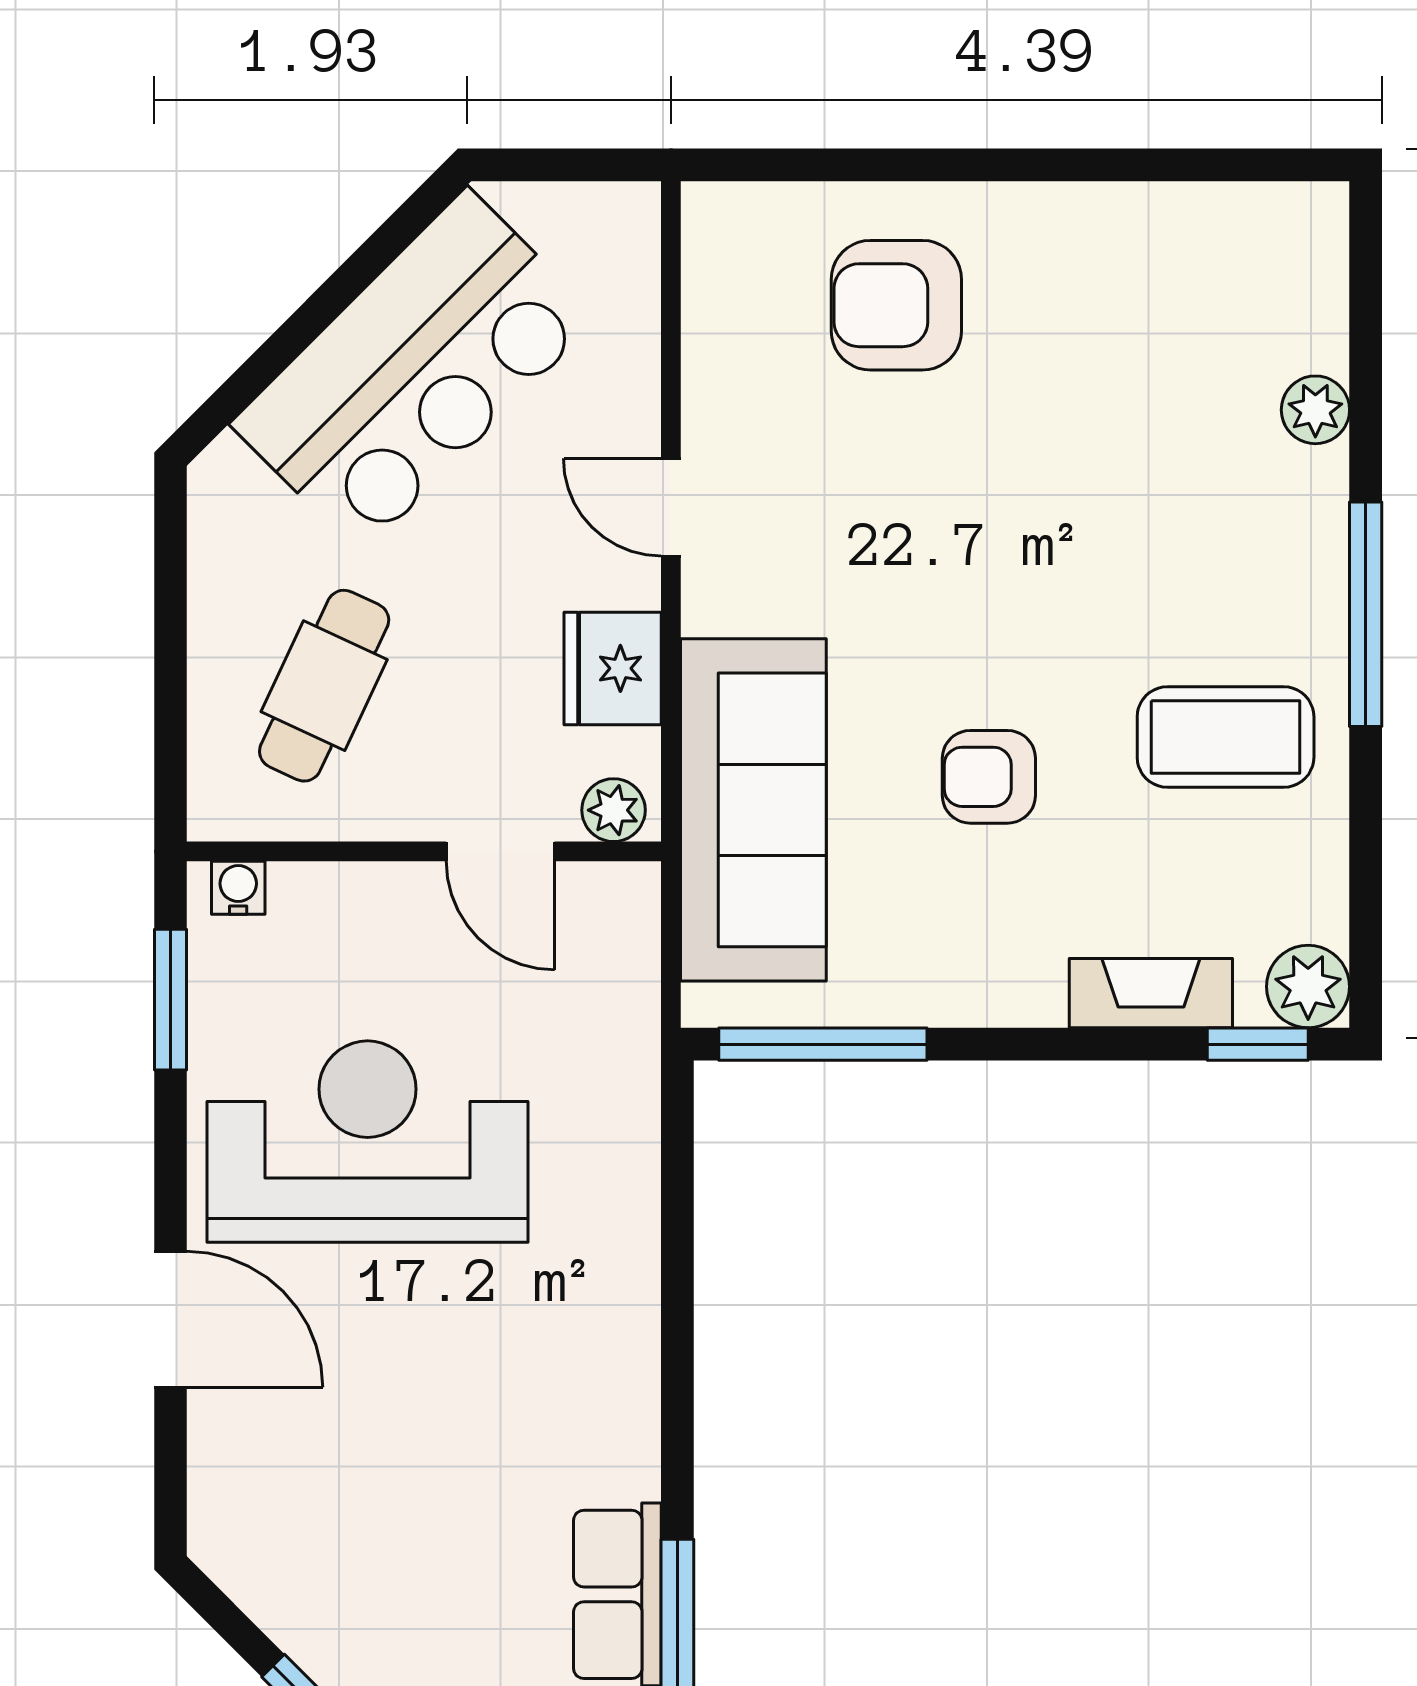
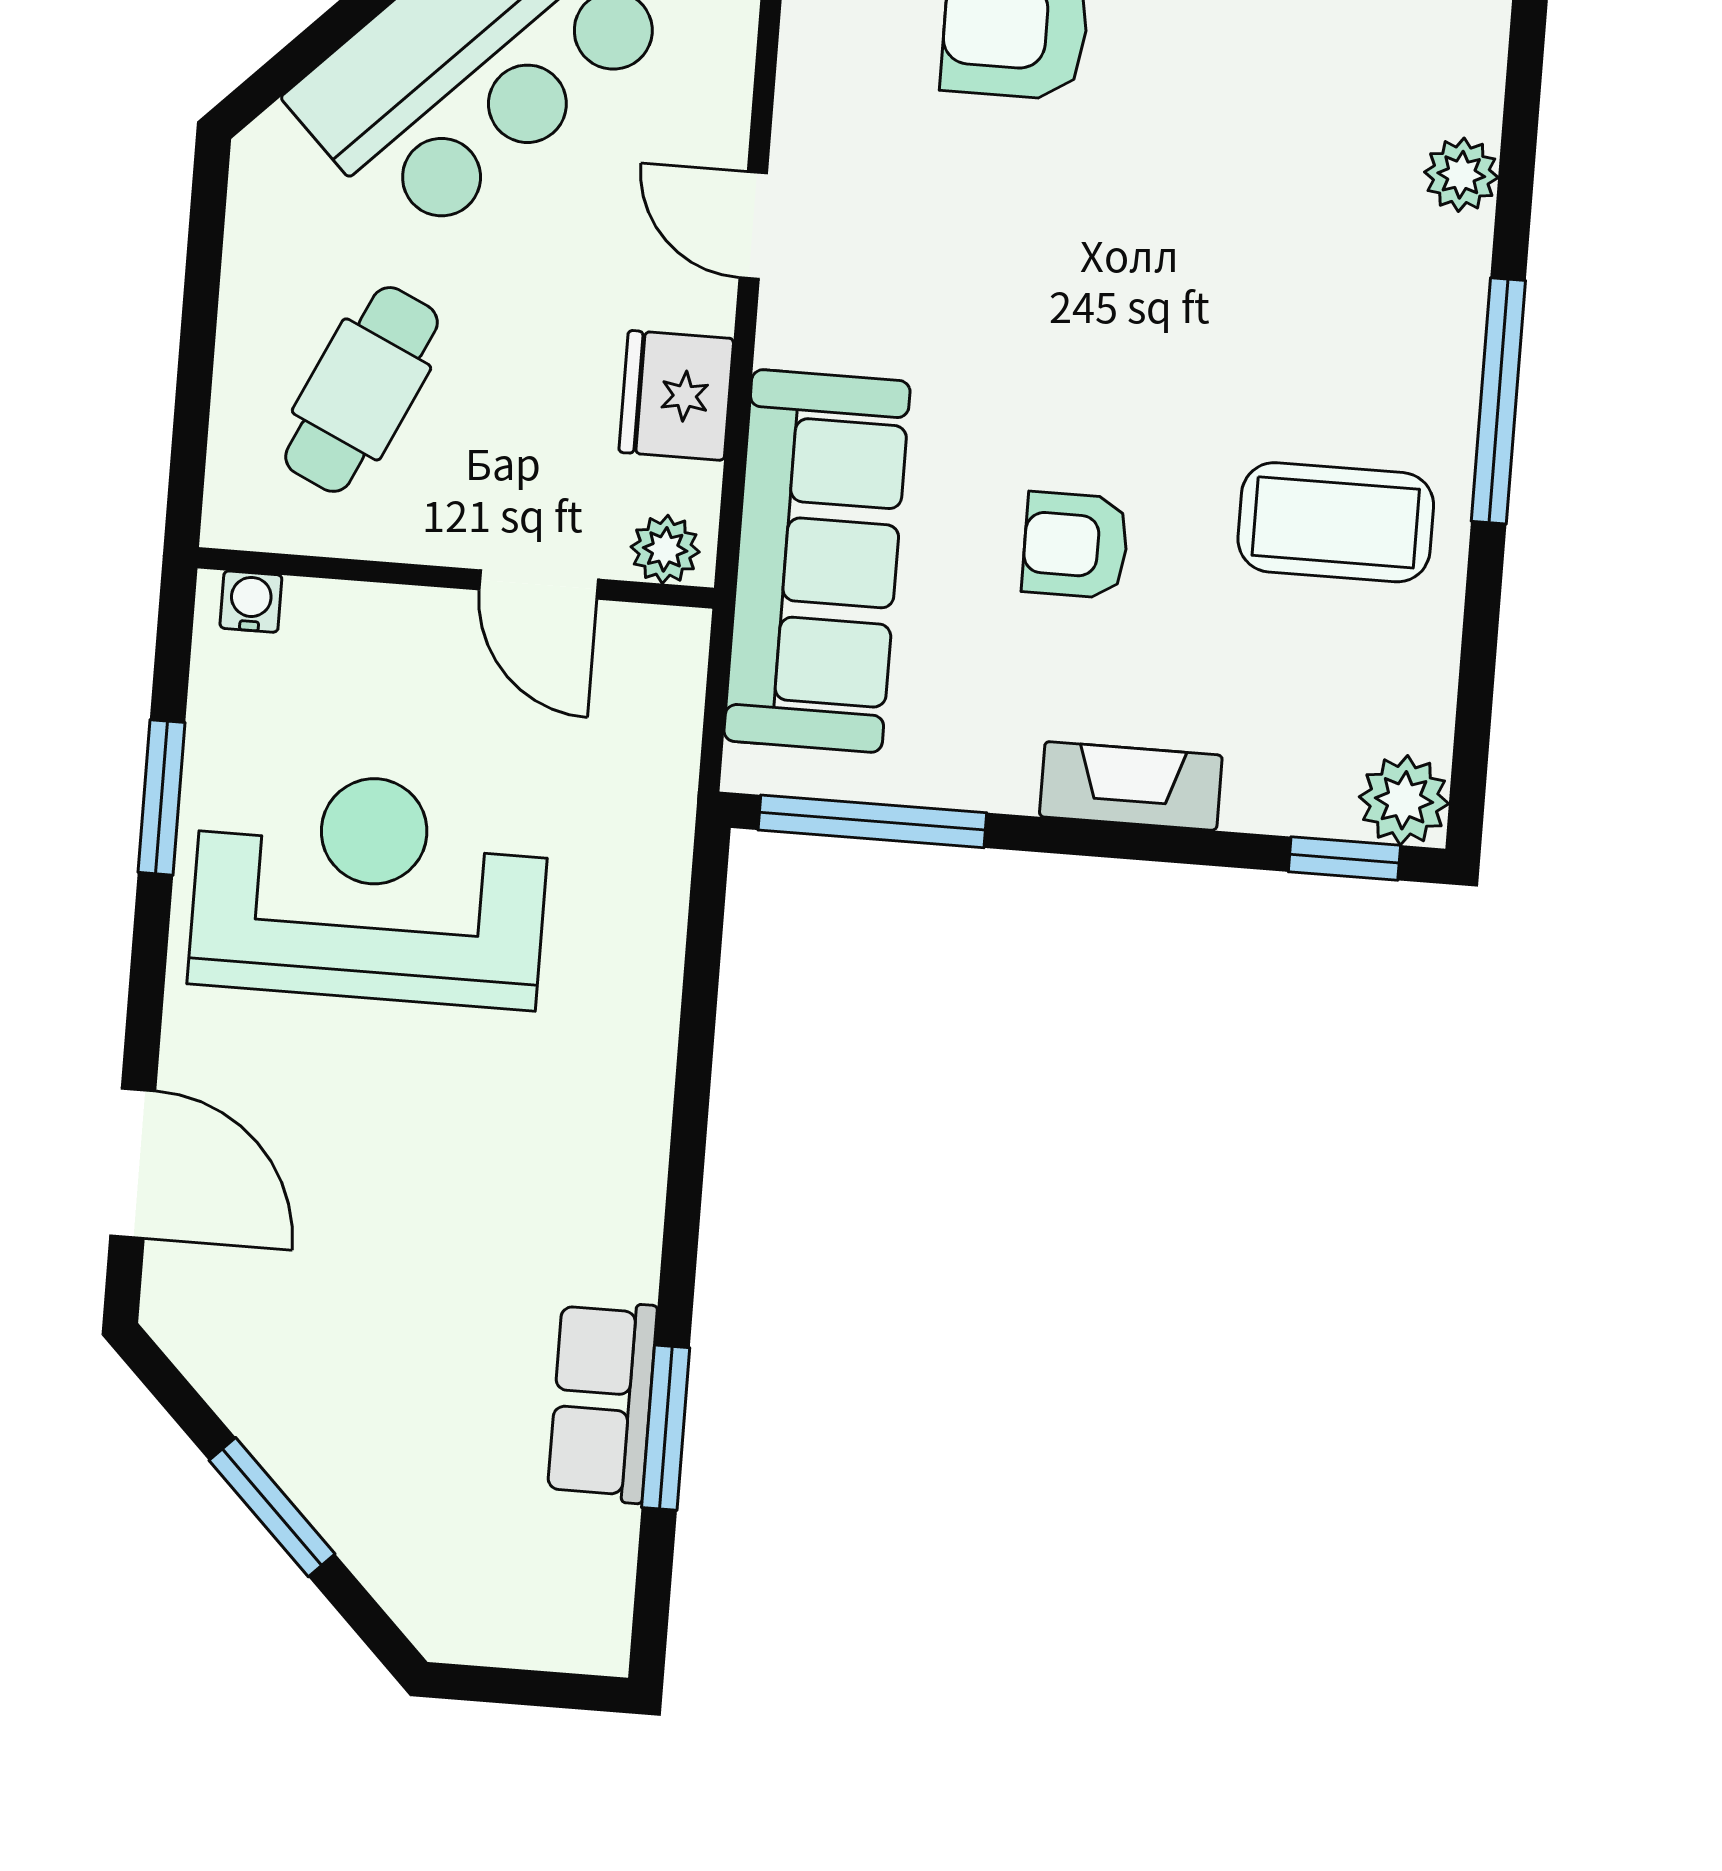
fireplace: (1151, 993) -> (1131, 786), moved
window: (170, 1000) -> (162, 797), moved
door: (170, 1319) -> (133, 1163), moved

